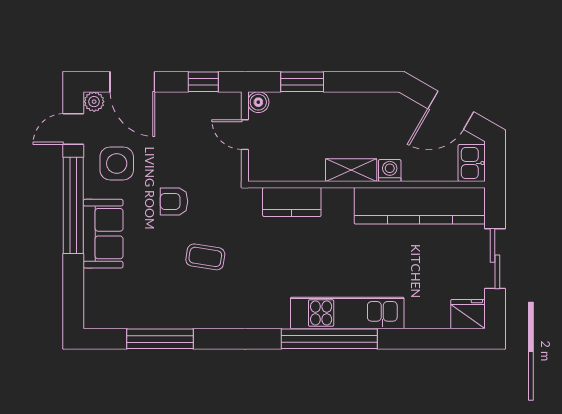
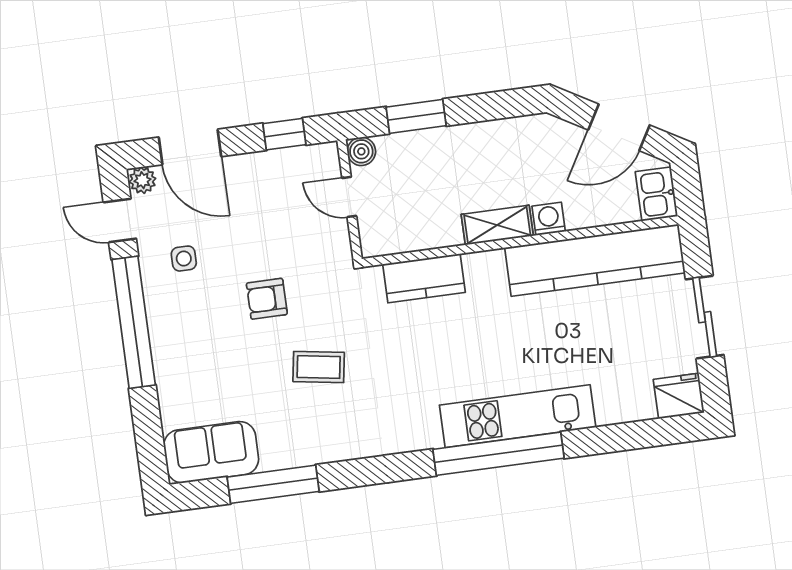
door: (73, 129) -> (120, 220), hinge flipped
side table: (117, 163) -> (184, 259), width x0.54, depth x0.54
sofa: (103, 234) -> (211, 452), moved, turned -90

